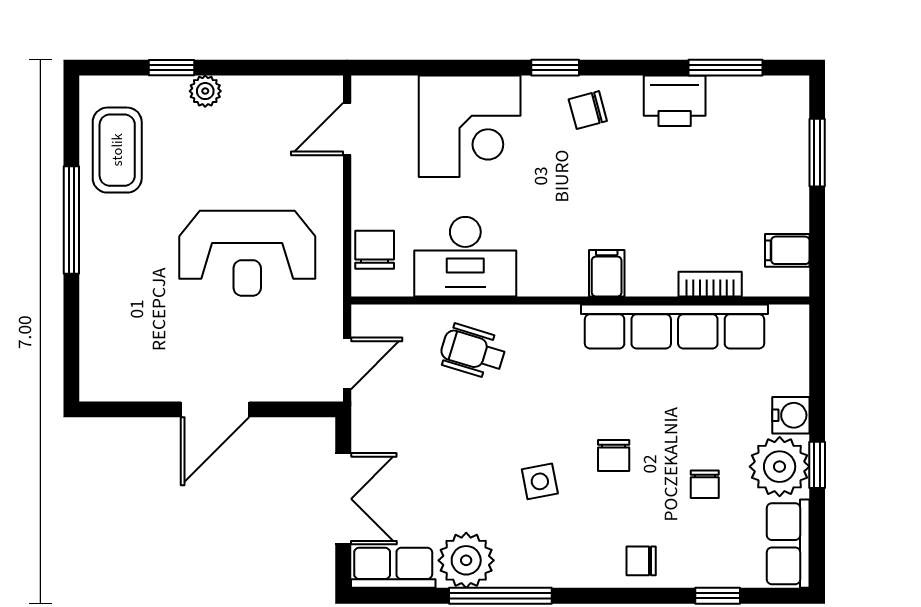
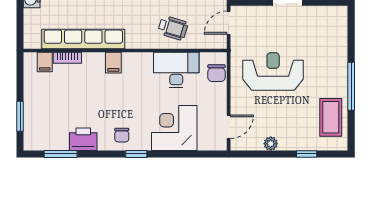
plant: (205, 91) -> (271, 144), moved
chair: (588, 110) -> (122, 135), turned 105
filing cabinet: (787, 250) -> (45, 62), moved, turned 90

